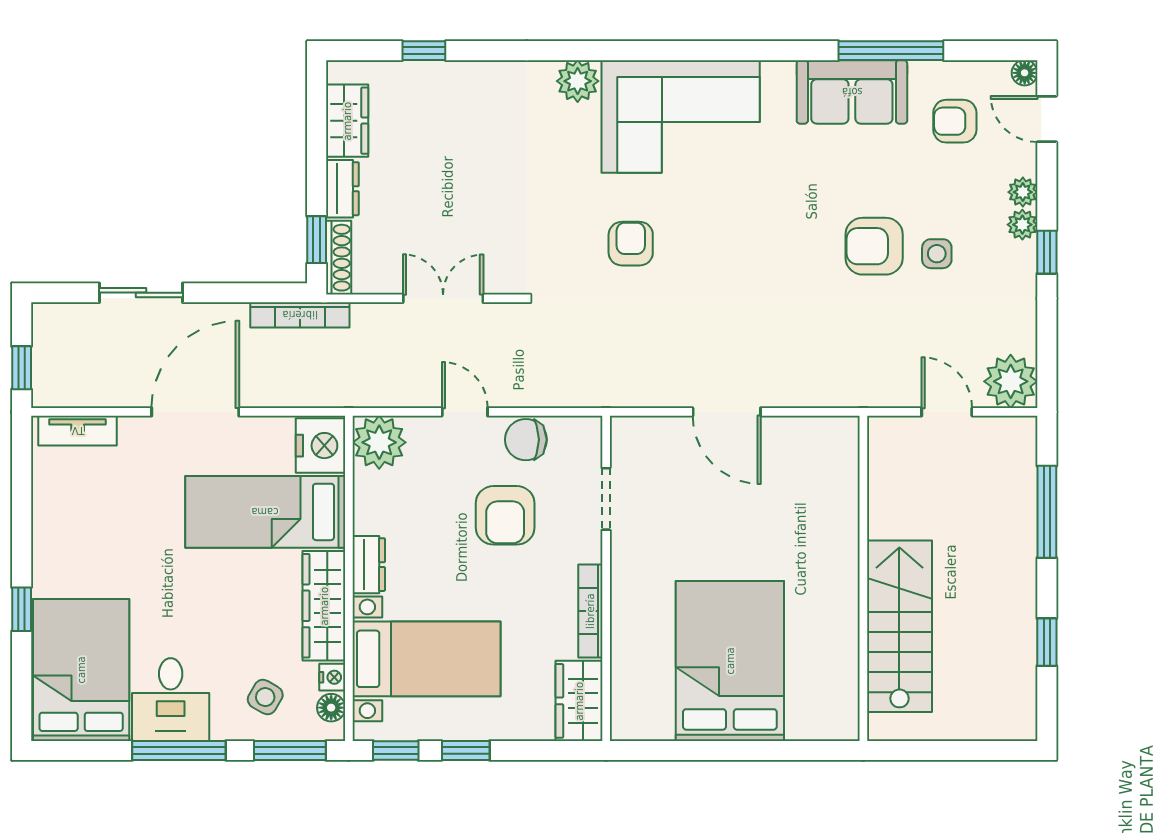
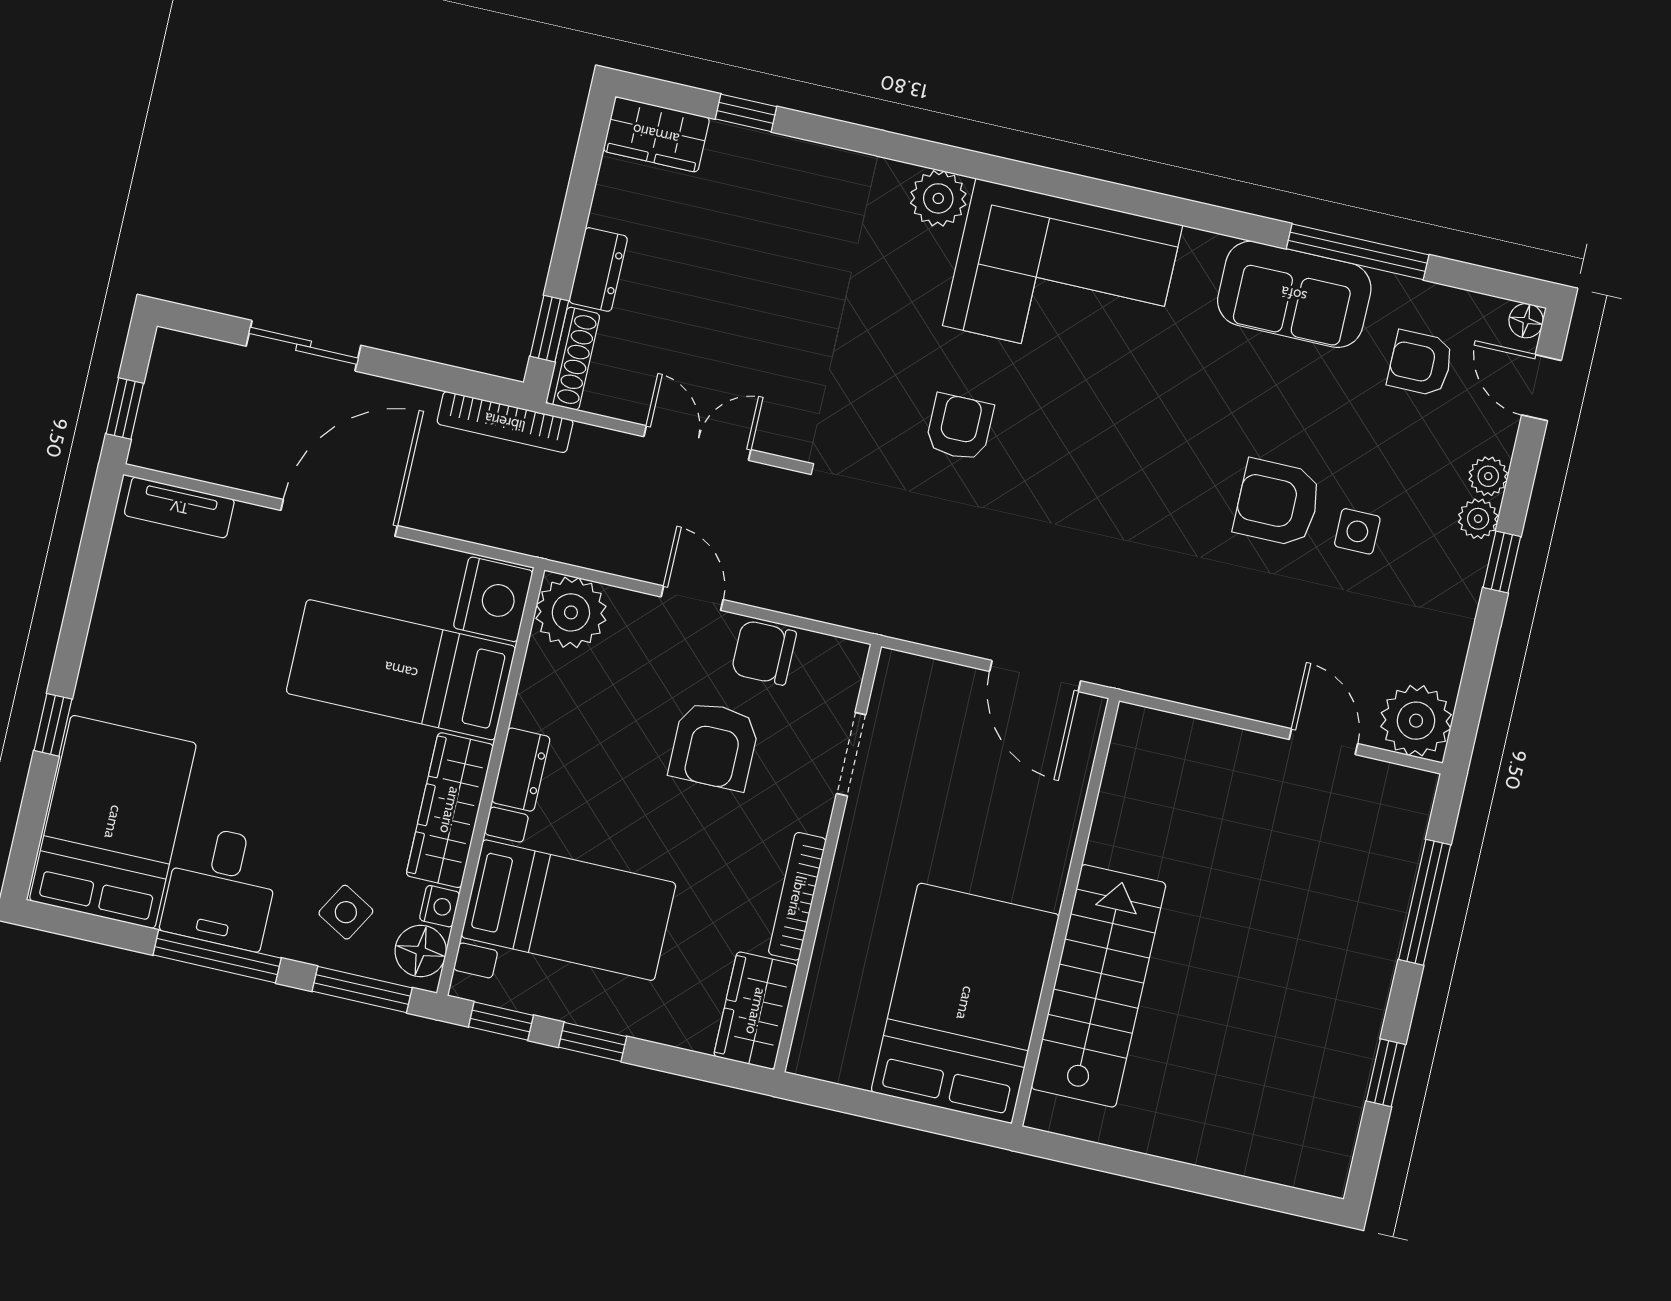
wardrobe: (347, 121) -> (656, 134), moved, turned 90
wall: (863, 578) -> (1065, 912), moved
stairs: (899, 626) -> (1099, 986), moved
floor lamp: (331, 708) -> (421, 951), width x1.37, depth x1.37

